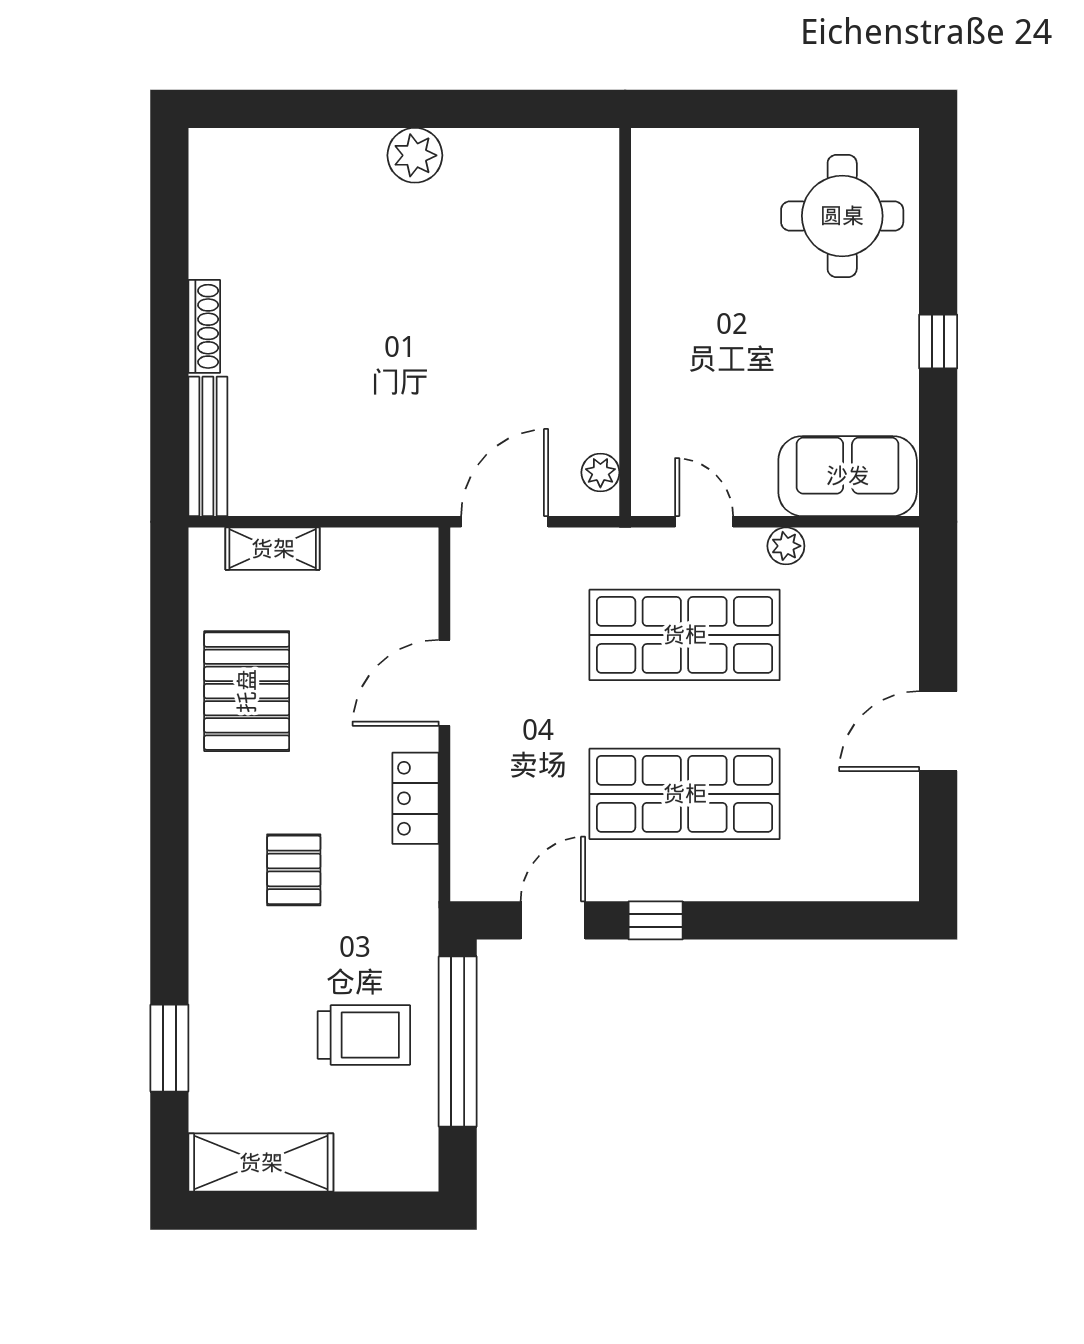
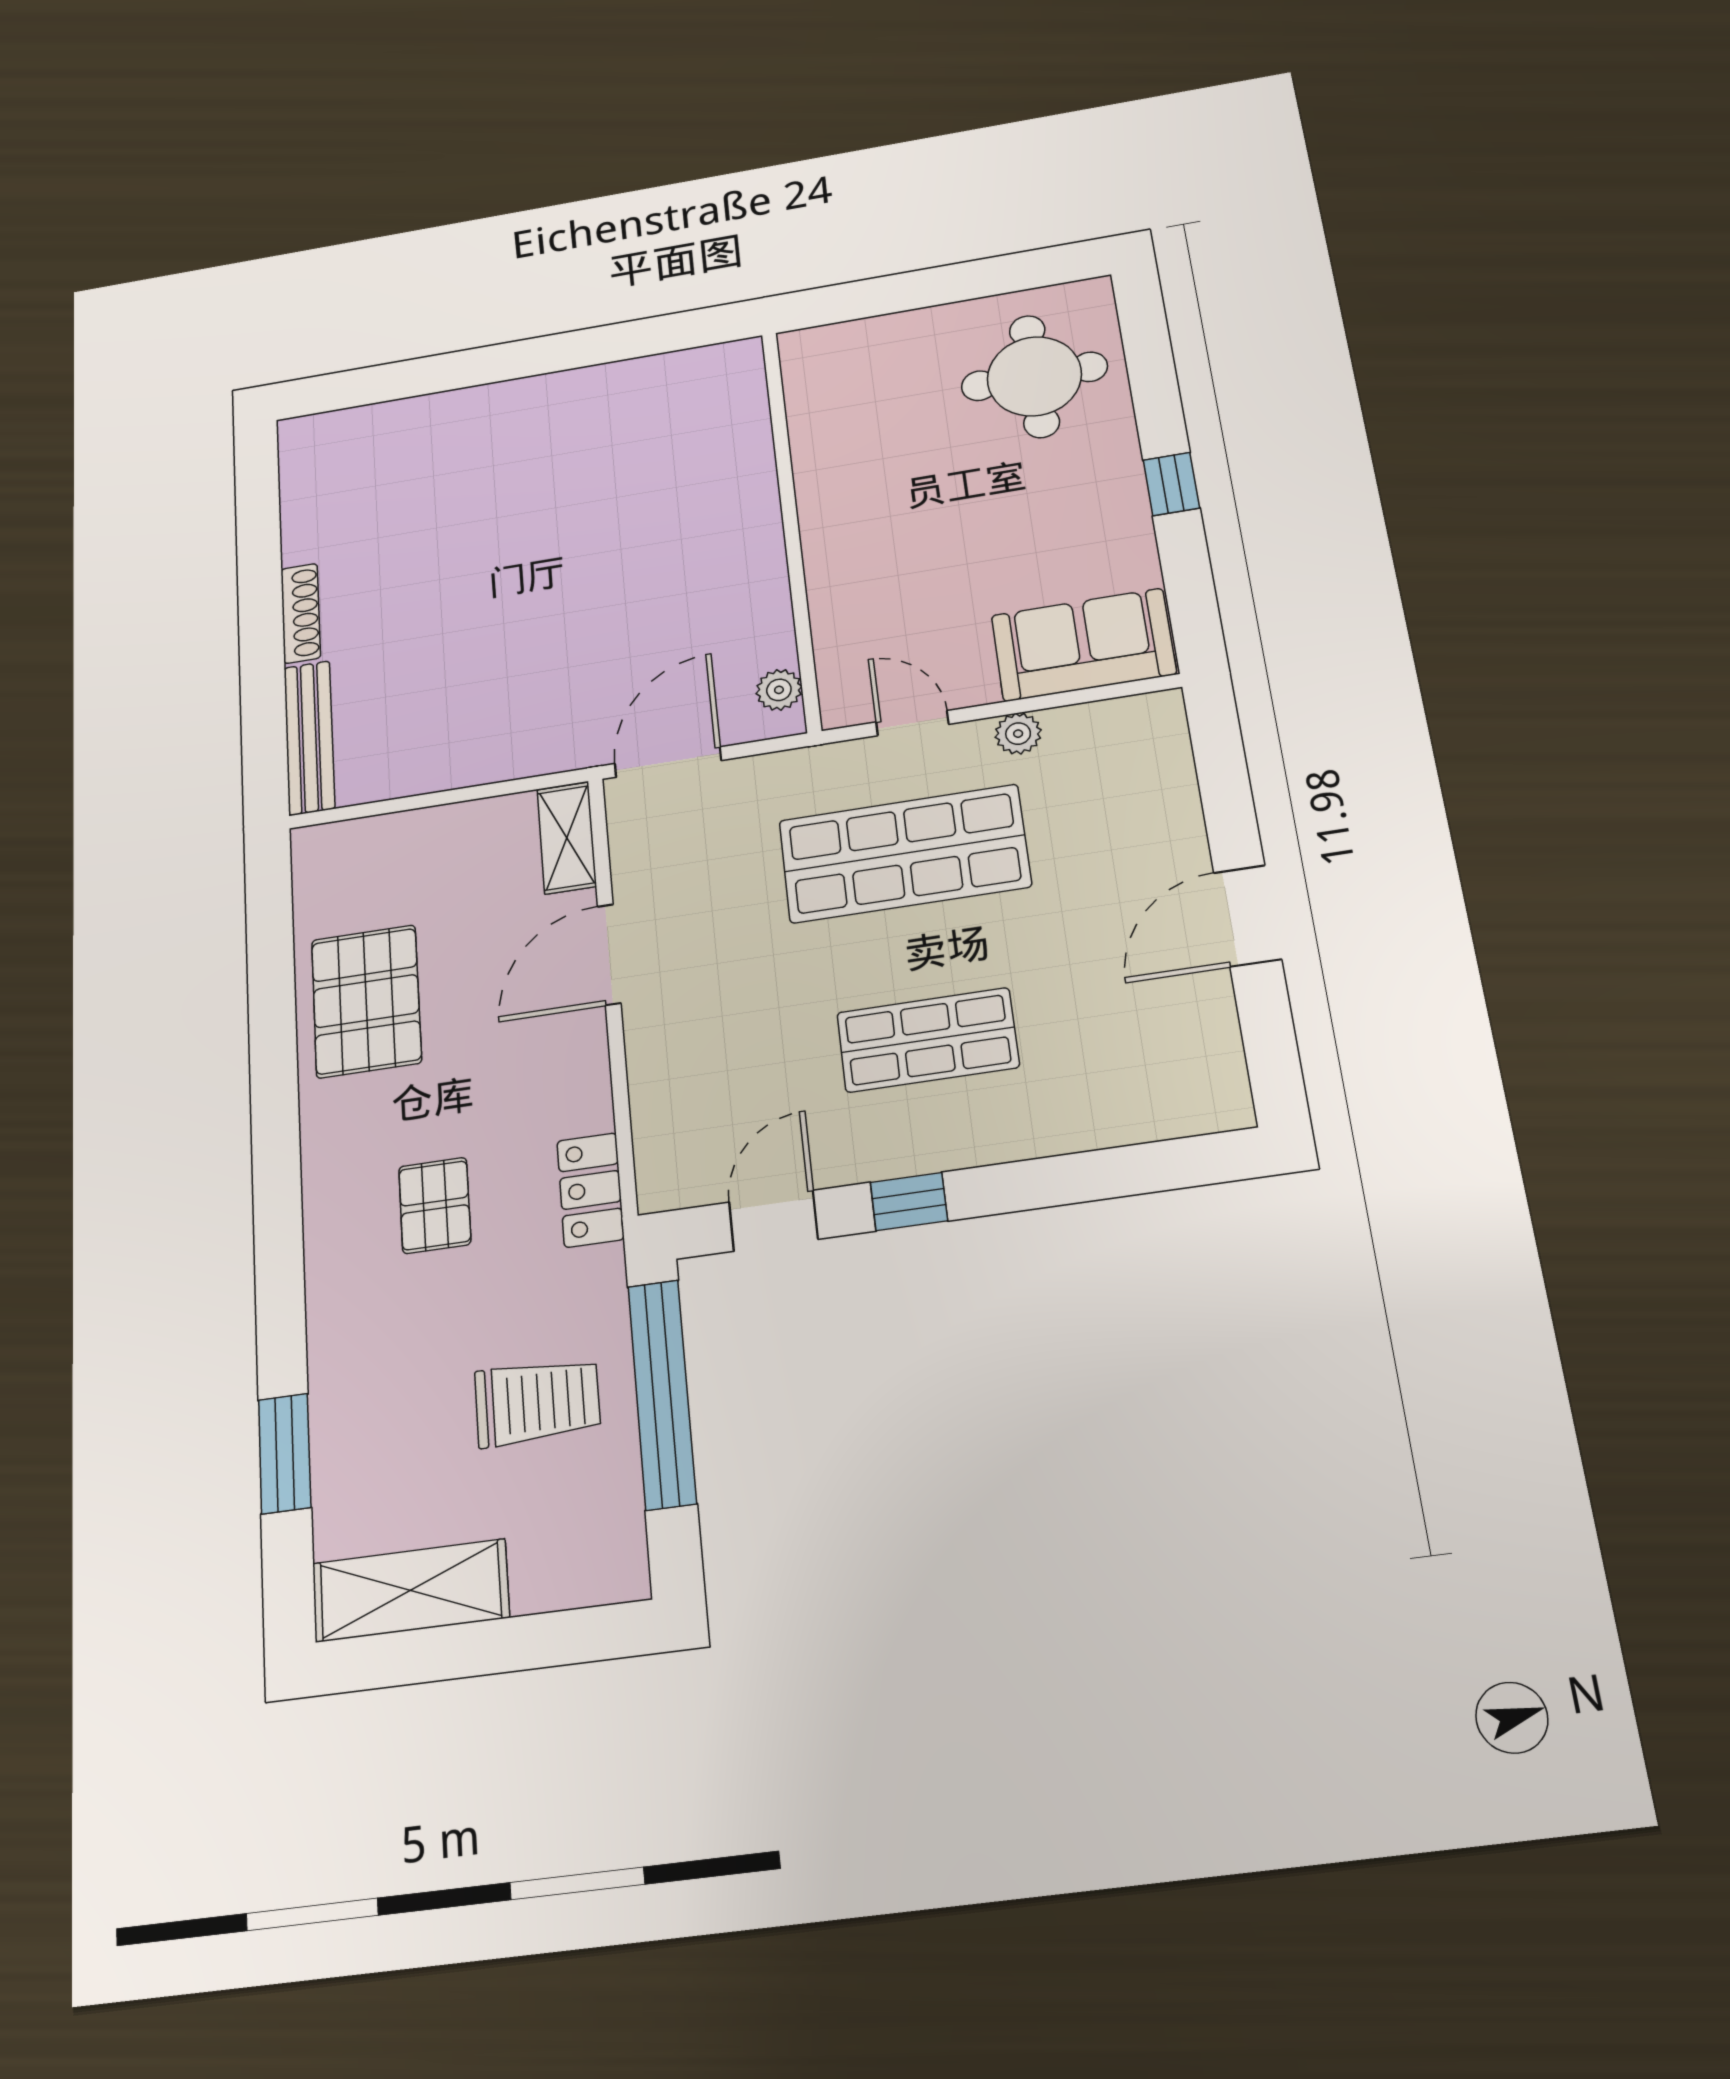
plant: (415, 155) -> (531, 402), removed
shelving: (273, 549) -> (567, 838), moved, turned 90
shop shelf: (685, 794) -> (928, 1040), width x0.70, depth x0.74
locker: (416, 798) -> (590, 1190), moved

